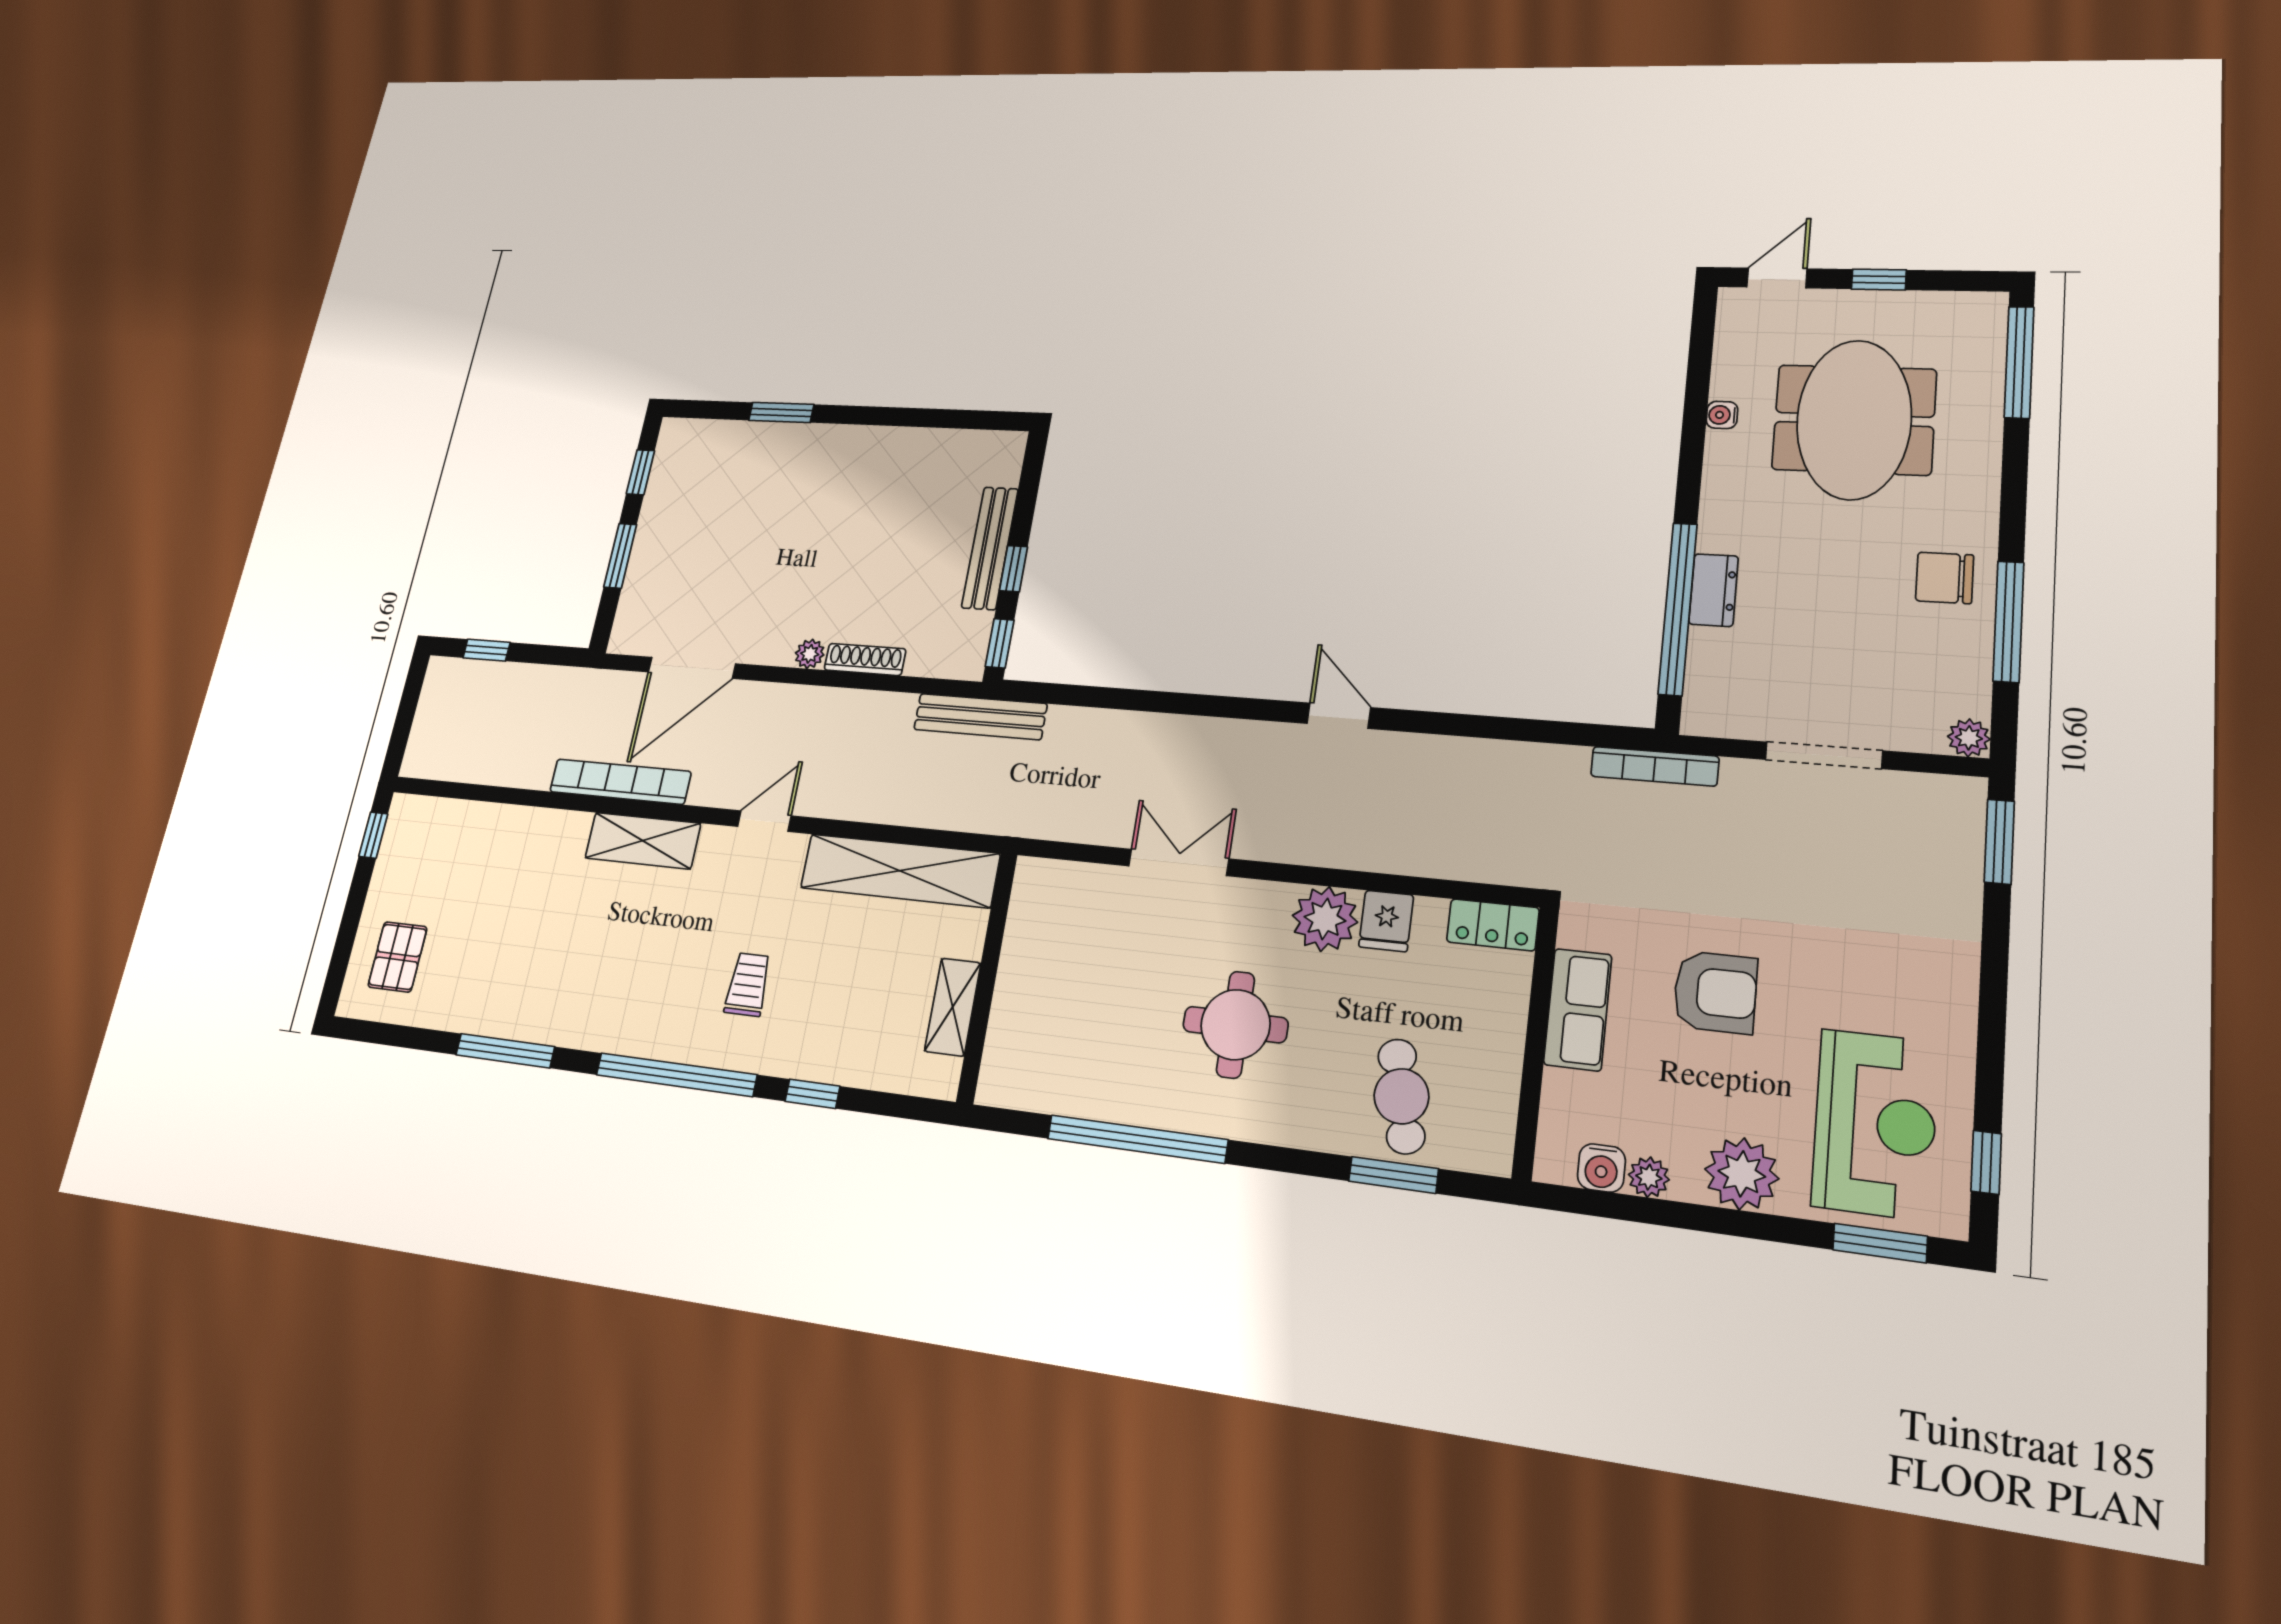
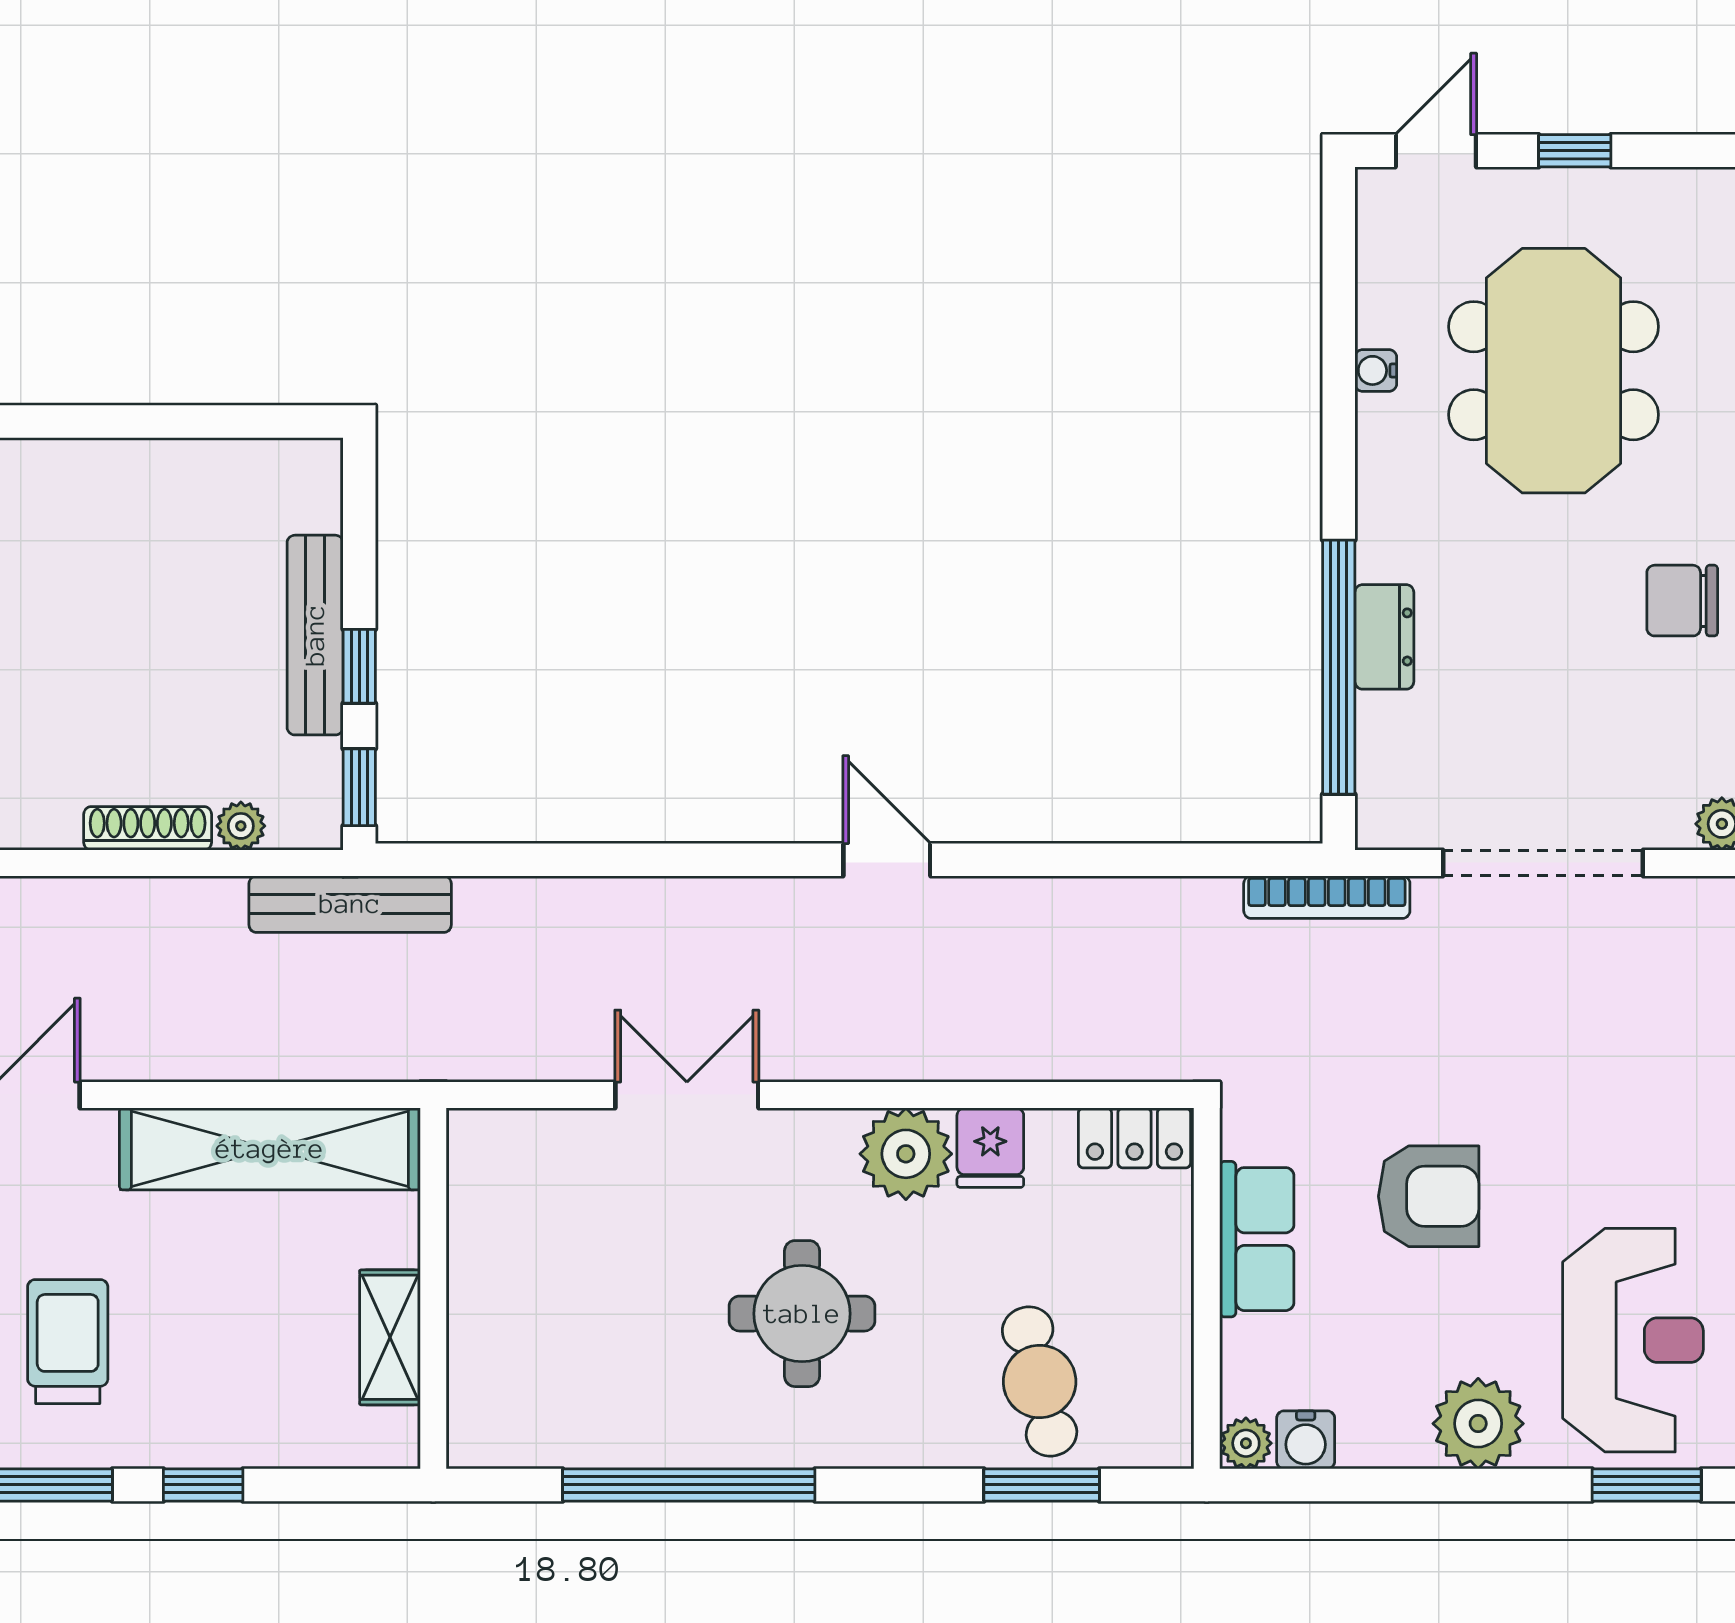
plant: (810, 654) -> (241, 826), moved
doorway: (1824, 755) -> (1543, 863), width x1.36
trolley: (748, 985) -> (68, 1342), width x1.36, depth x1.39
plant: (1649, 1177) -> (1246, 1443), moved

